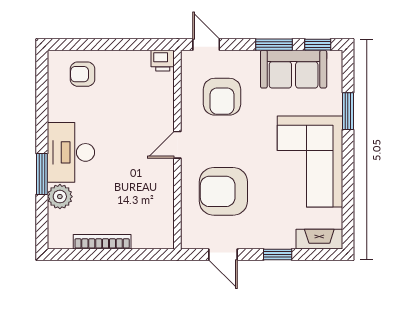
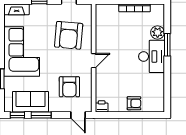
armchair: (82, 74) -> (134, 103), moved
armchair: (222, 97) -> (69, 87), turned 180
armchair: (223, 191) -> (69, 35), turned 95

